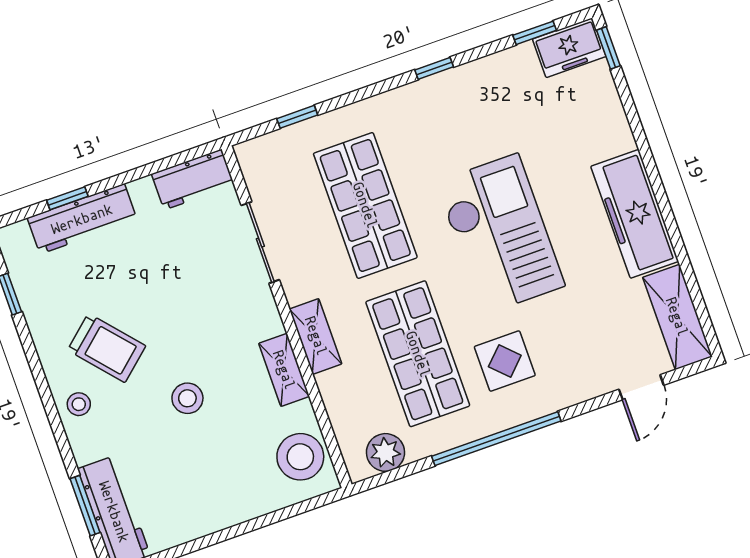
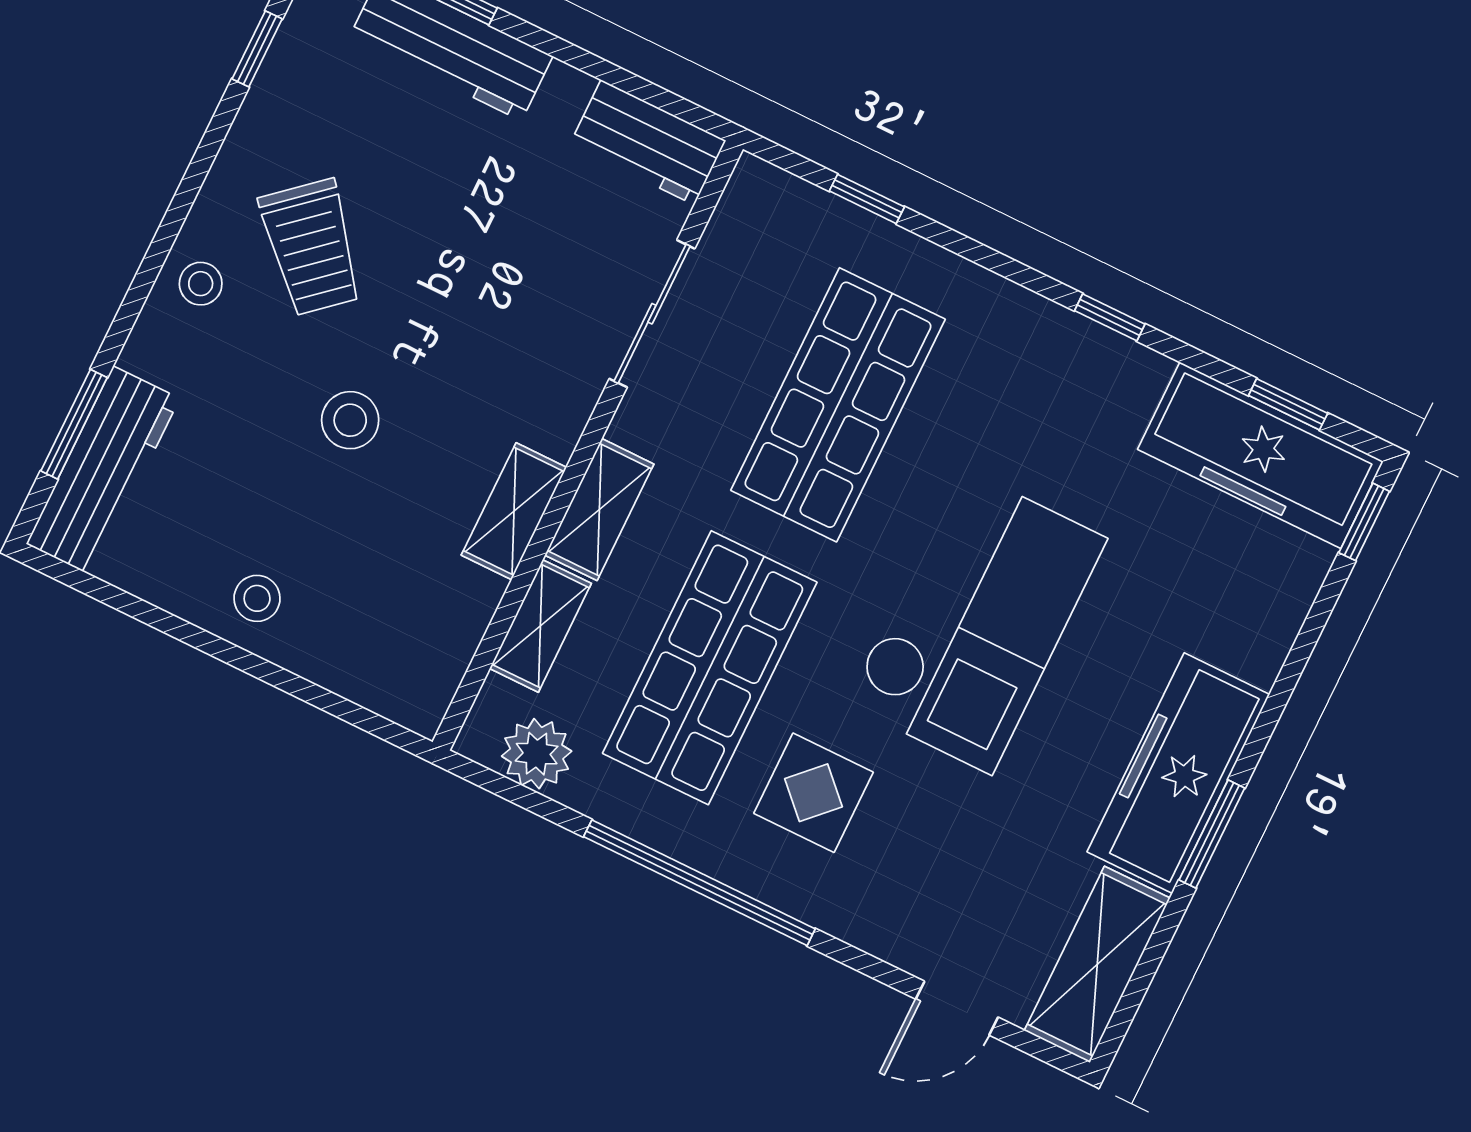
freezer: (569, 48) -> (1260, 455), width x1.91, depth x1.26
window: (671, 224) -> (1212, 834), added
shelving: (338, 403) -> (540, 626), added
stool: (300, 457) -> (257, 598), moved, width x0.53, depth x0.53

